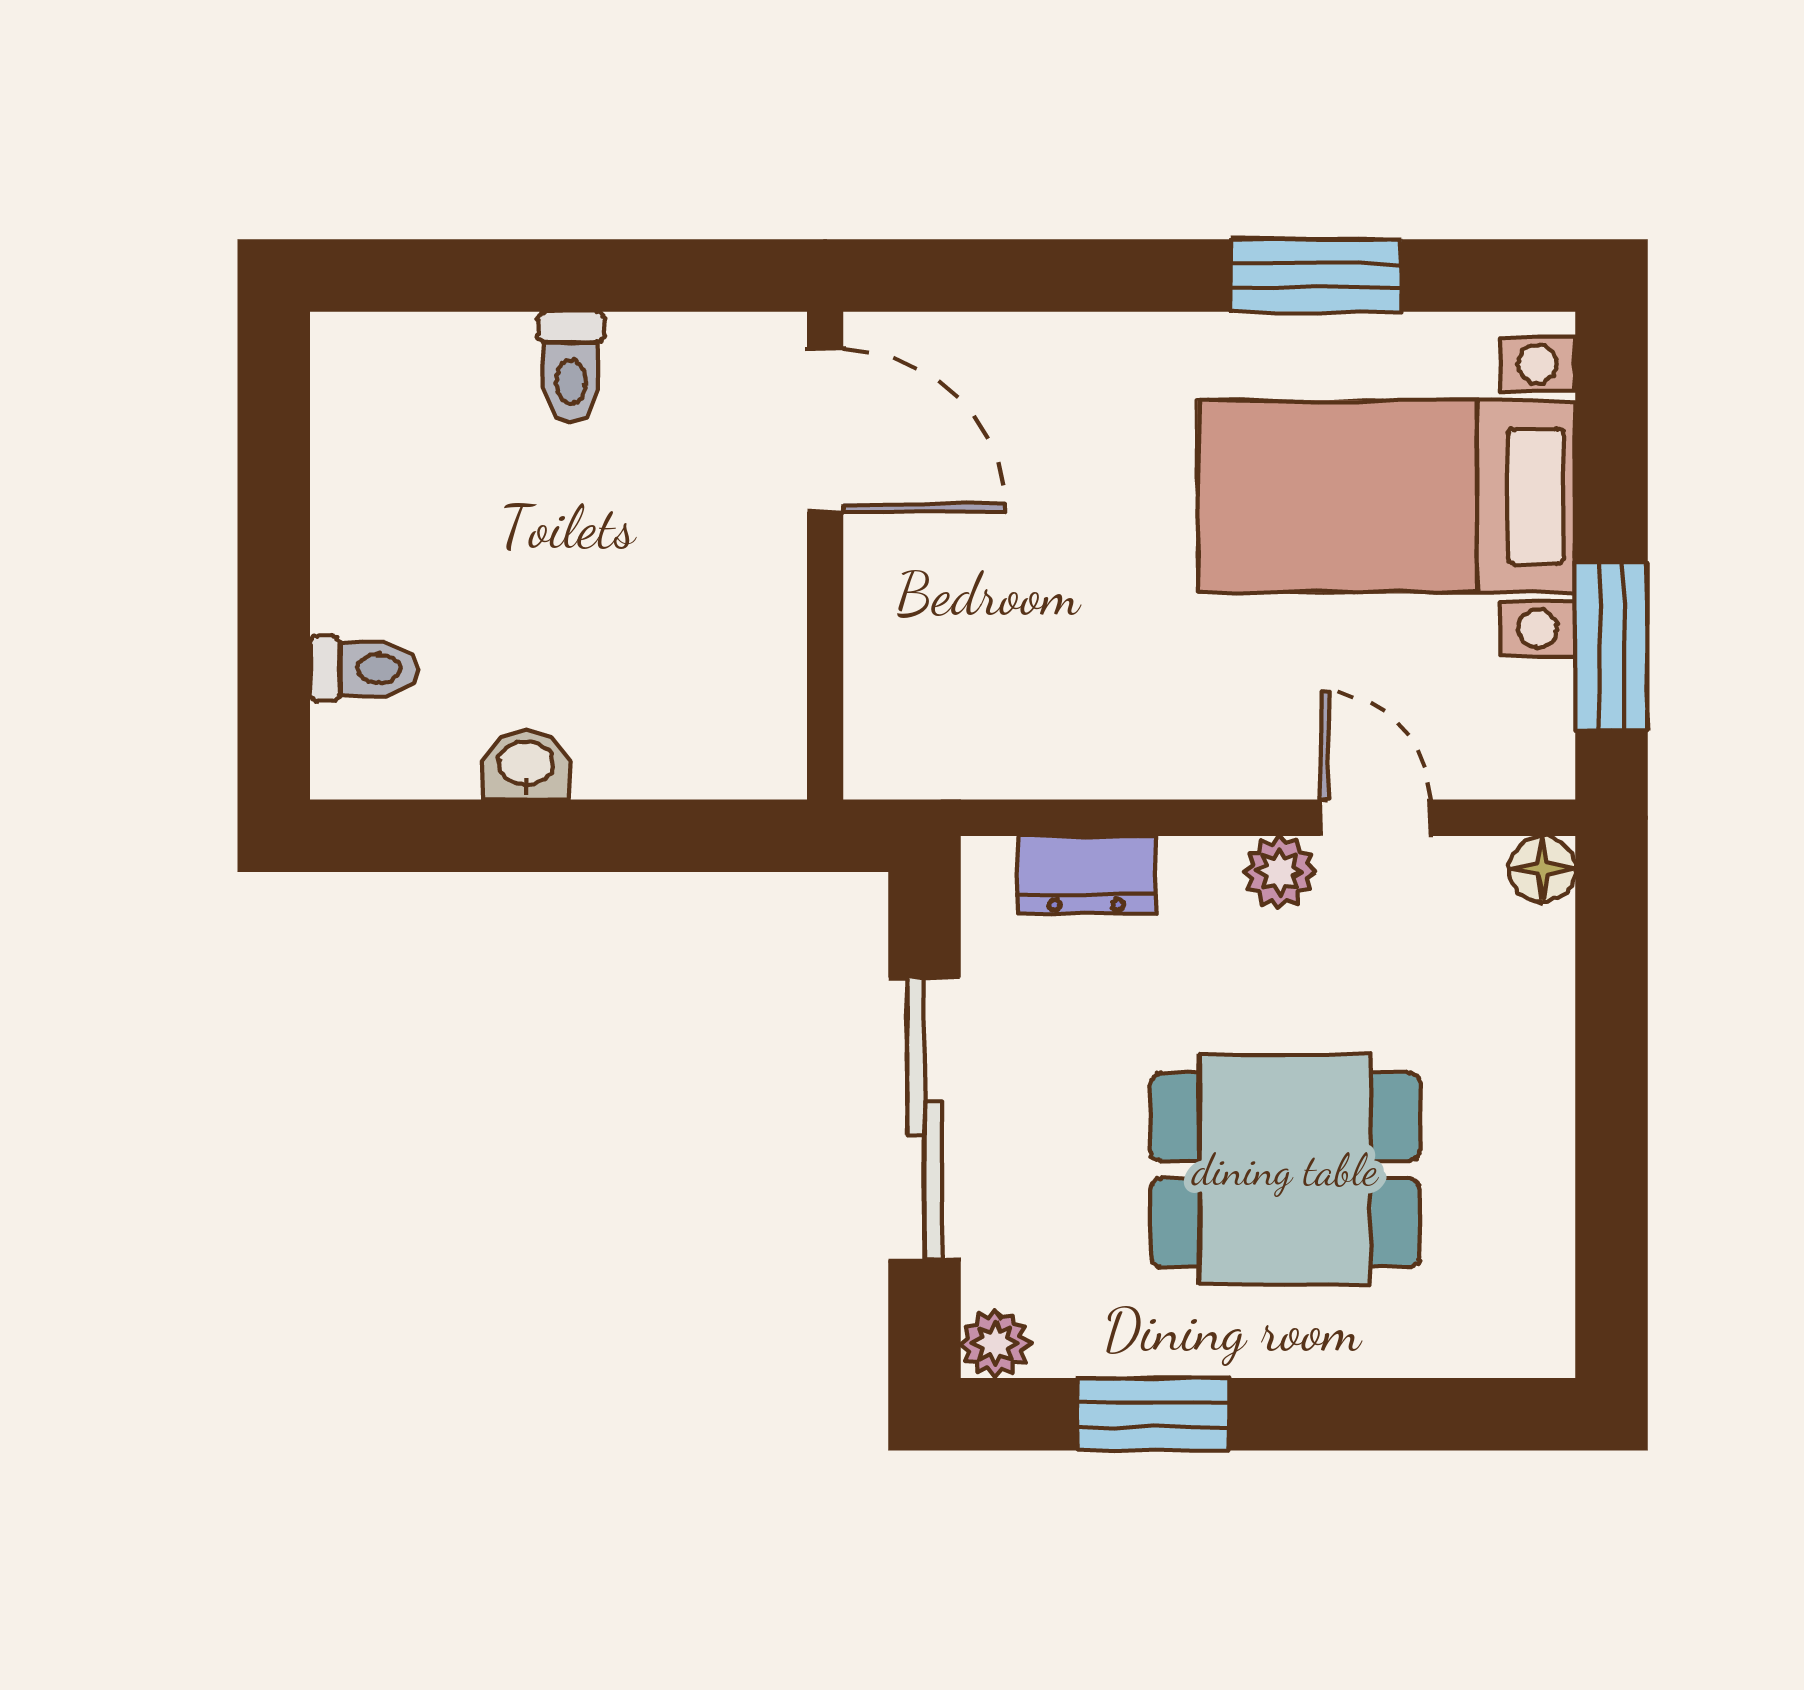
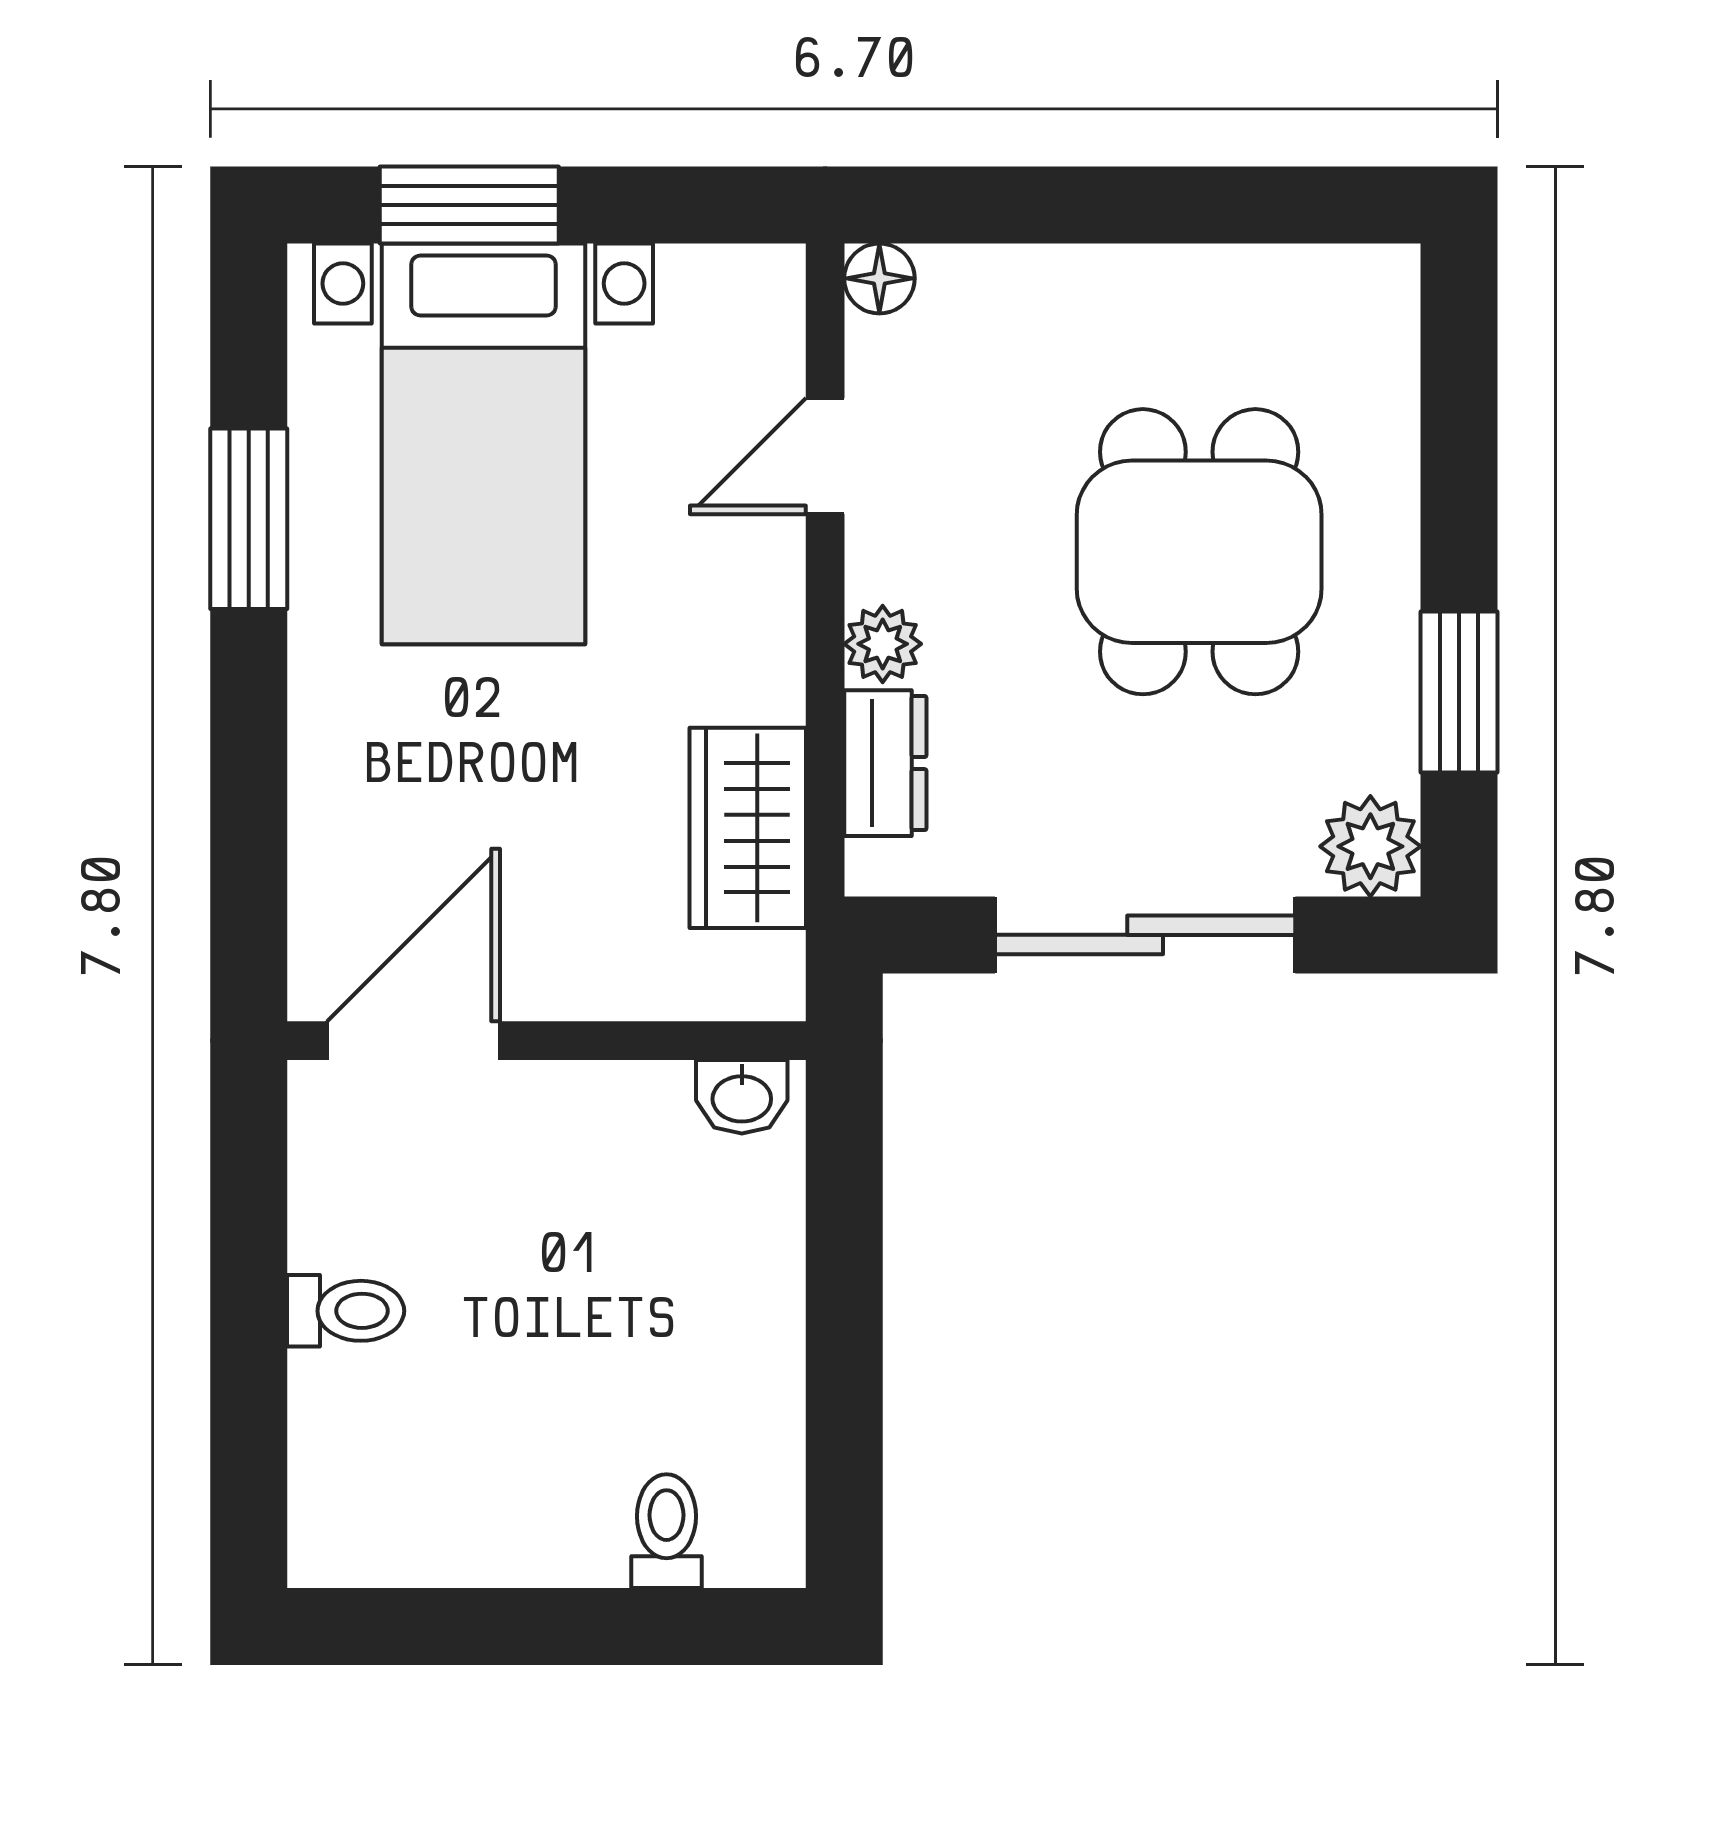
window: (1611, 647) -> (469, 205), moved
wardrobe: (1025, 745) -> (748, 828), added
washbasin: (526, 765) -> (742, 1097), moved, turned -90
plant: (1279, 872) -> (883, 644), moved
plant: (995, 1344) -> (1370, 846), width x1.38, depth x1.38

